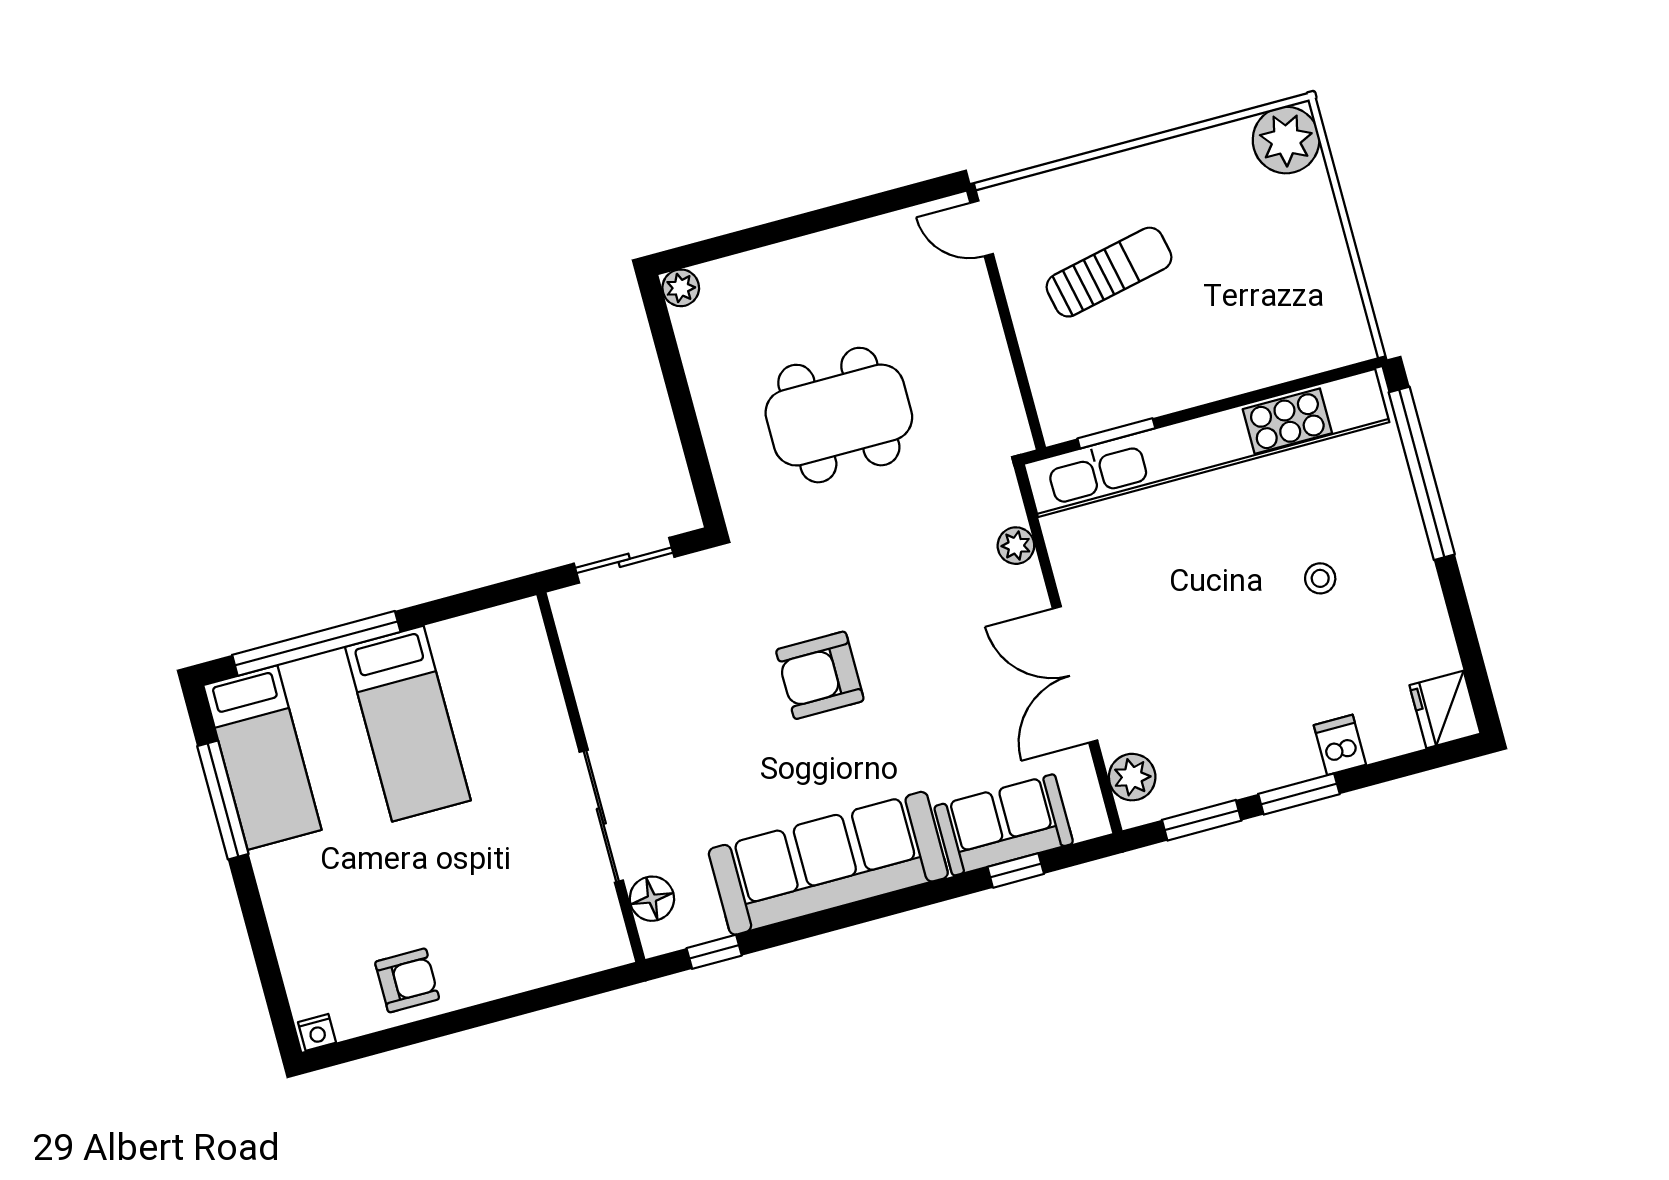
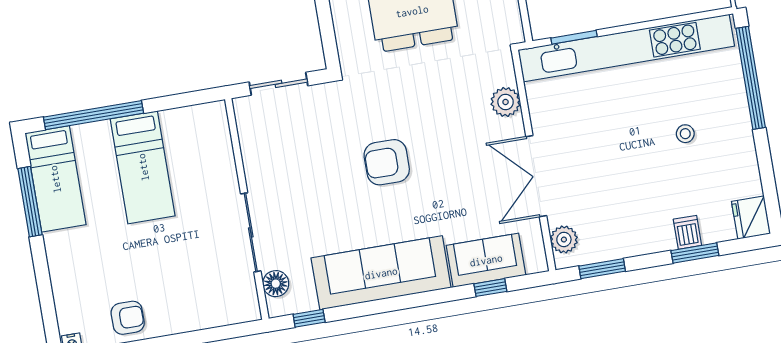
plant: (1016, 546) -> (506, 102), width x1.38, depth x1.38
window: (1299, 794) -> (695, 253), moved

